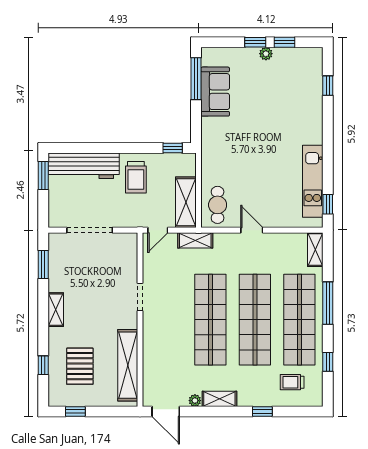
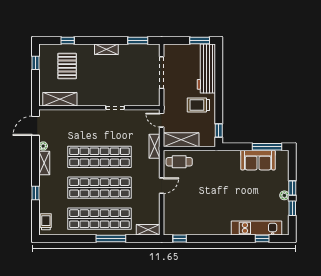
kitchen unit: (313, 181) -> (257, 228), moved
window: (328, 362) -> (70, 238), removed
shelving: (128, 365) -> (60, 99), width x0.68
pallet: (80, 366) -> (67, 66), turned 90
trolley: (292, 382) -> (46, 222), moved

